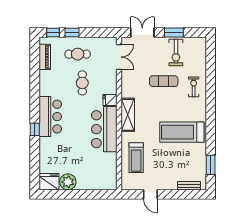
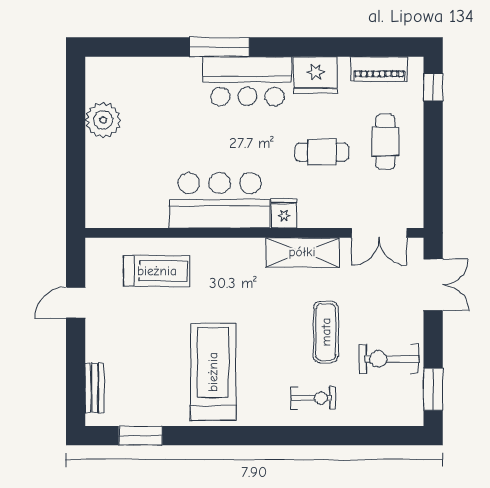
window: (72, 33) -> (433, 129), removed
window: (174, 33) -> (433, 389), moved
shelving: (128, 115) -> (302, 252), moved
window: (35, 129) -> (219, 47), width x2.17
treadmill: (136, 158) -> (157, 271), turned 180
fridge: (49, 182) -> (316, 75), moved, turned 90

